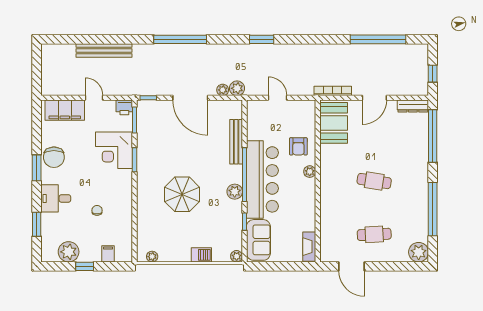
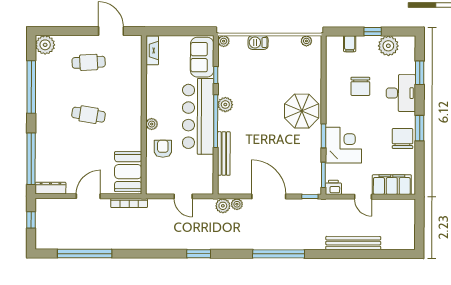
parasol: (182, 194) -> (302, 111), moved
desk: (56, 198) -> (401, 93), width x1.37
chair: (97, 210) -> (360, 86), width x1.87, depth x1.87

